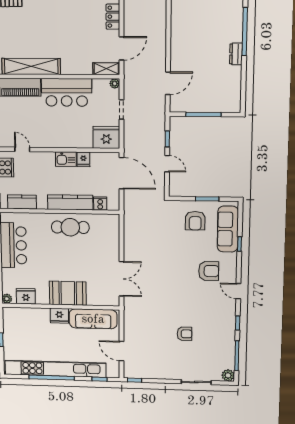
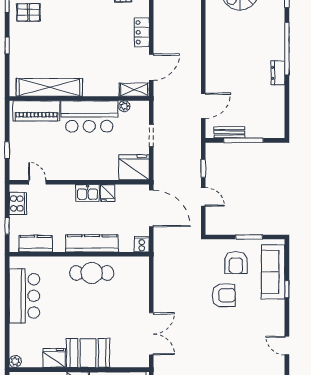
plant: (115, 84) -> (124, 106), moved
bench: (191, 107) -> (229, 132), added
cooker: (100, 203) -> (142, 244), moved
armchair: (209, 271) -> (224, 295), moved
fridge: (26, 296) -> (54, 358), moved

